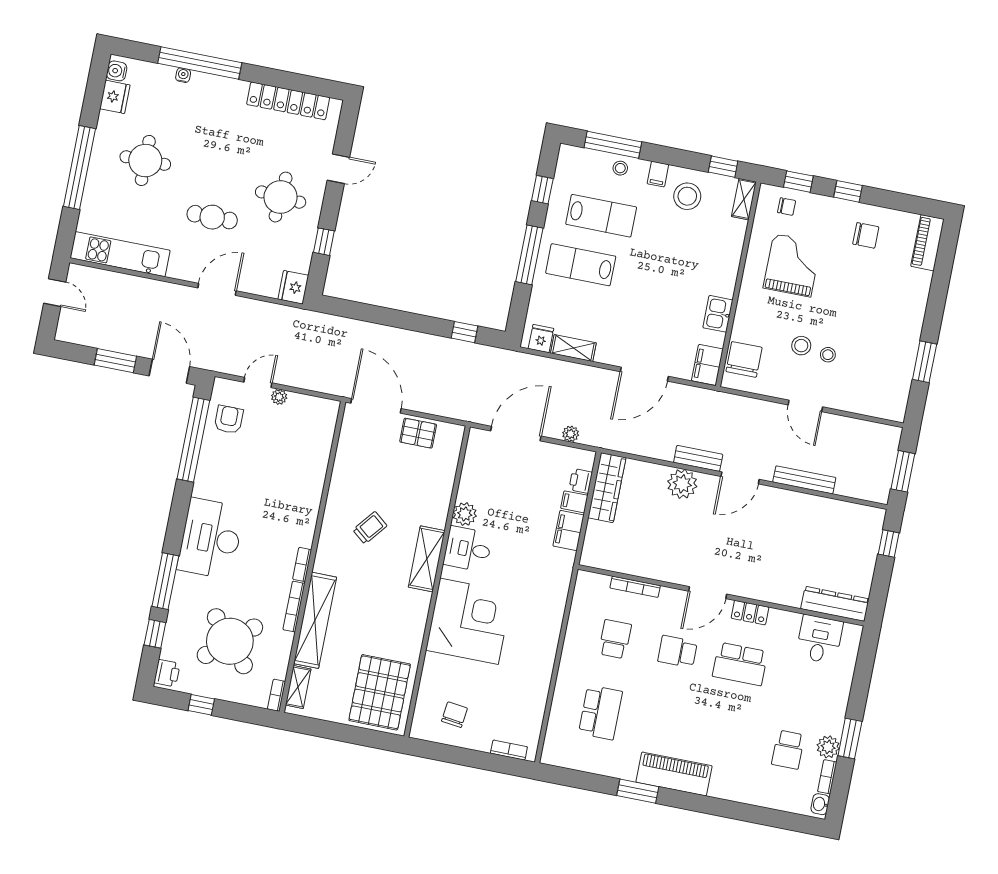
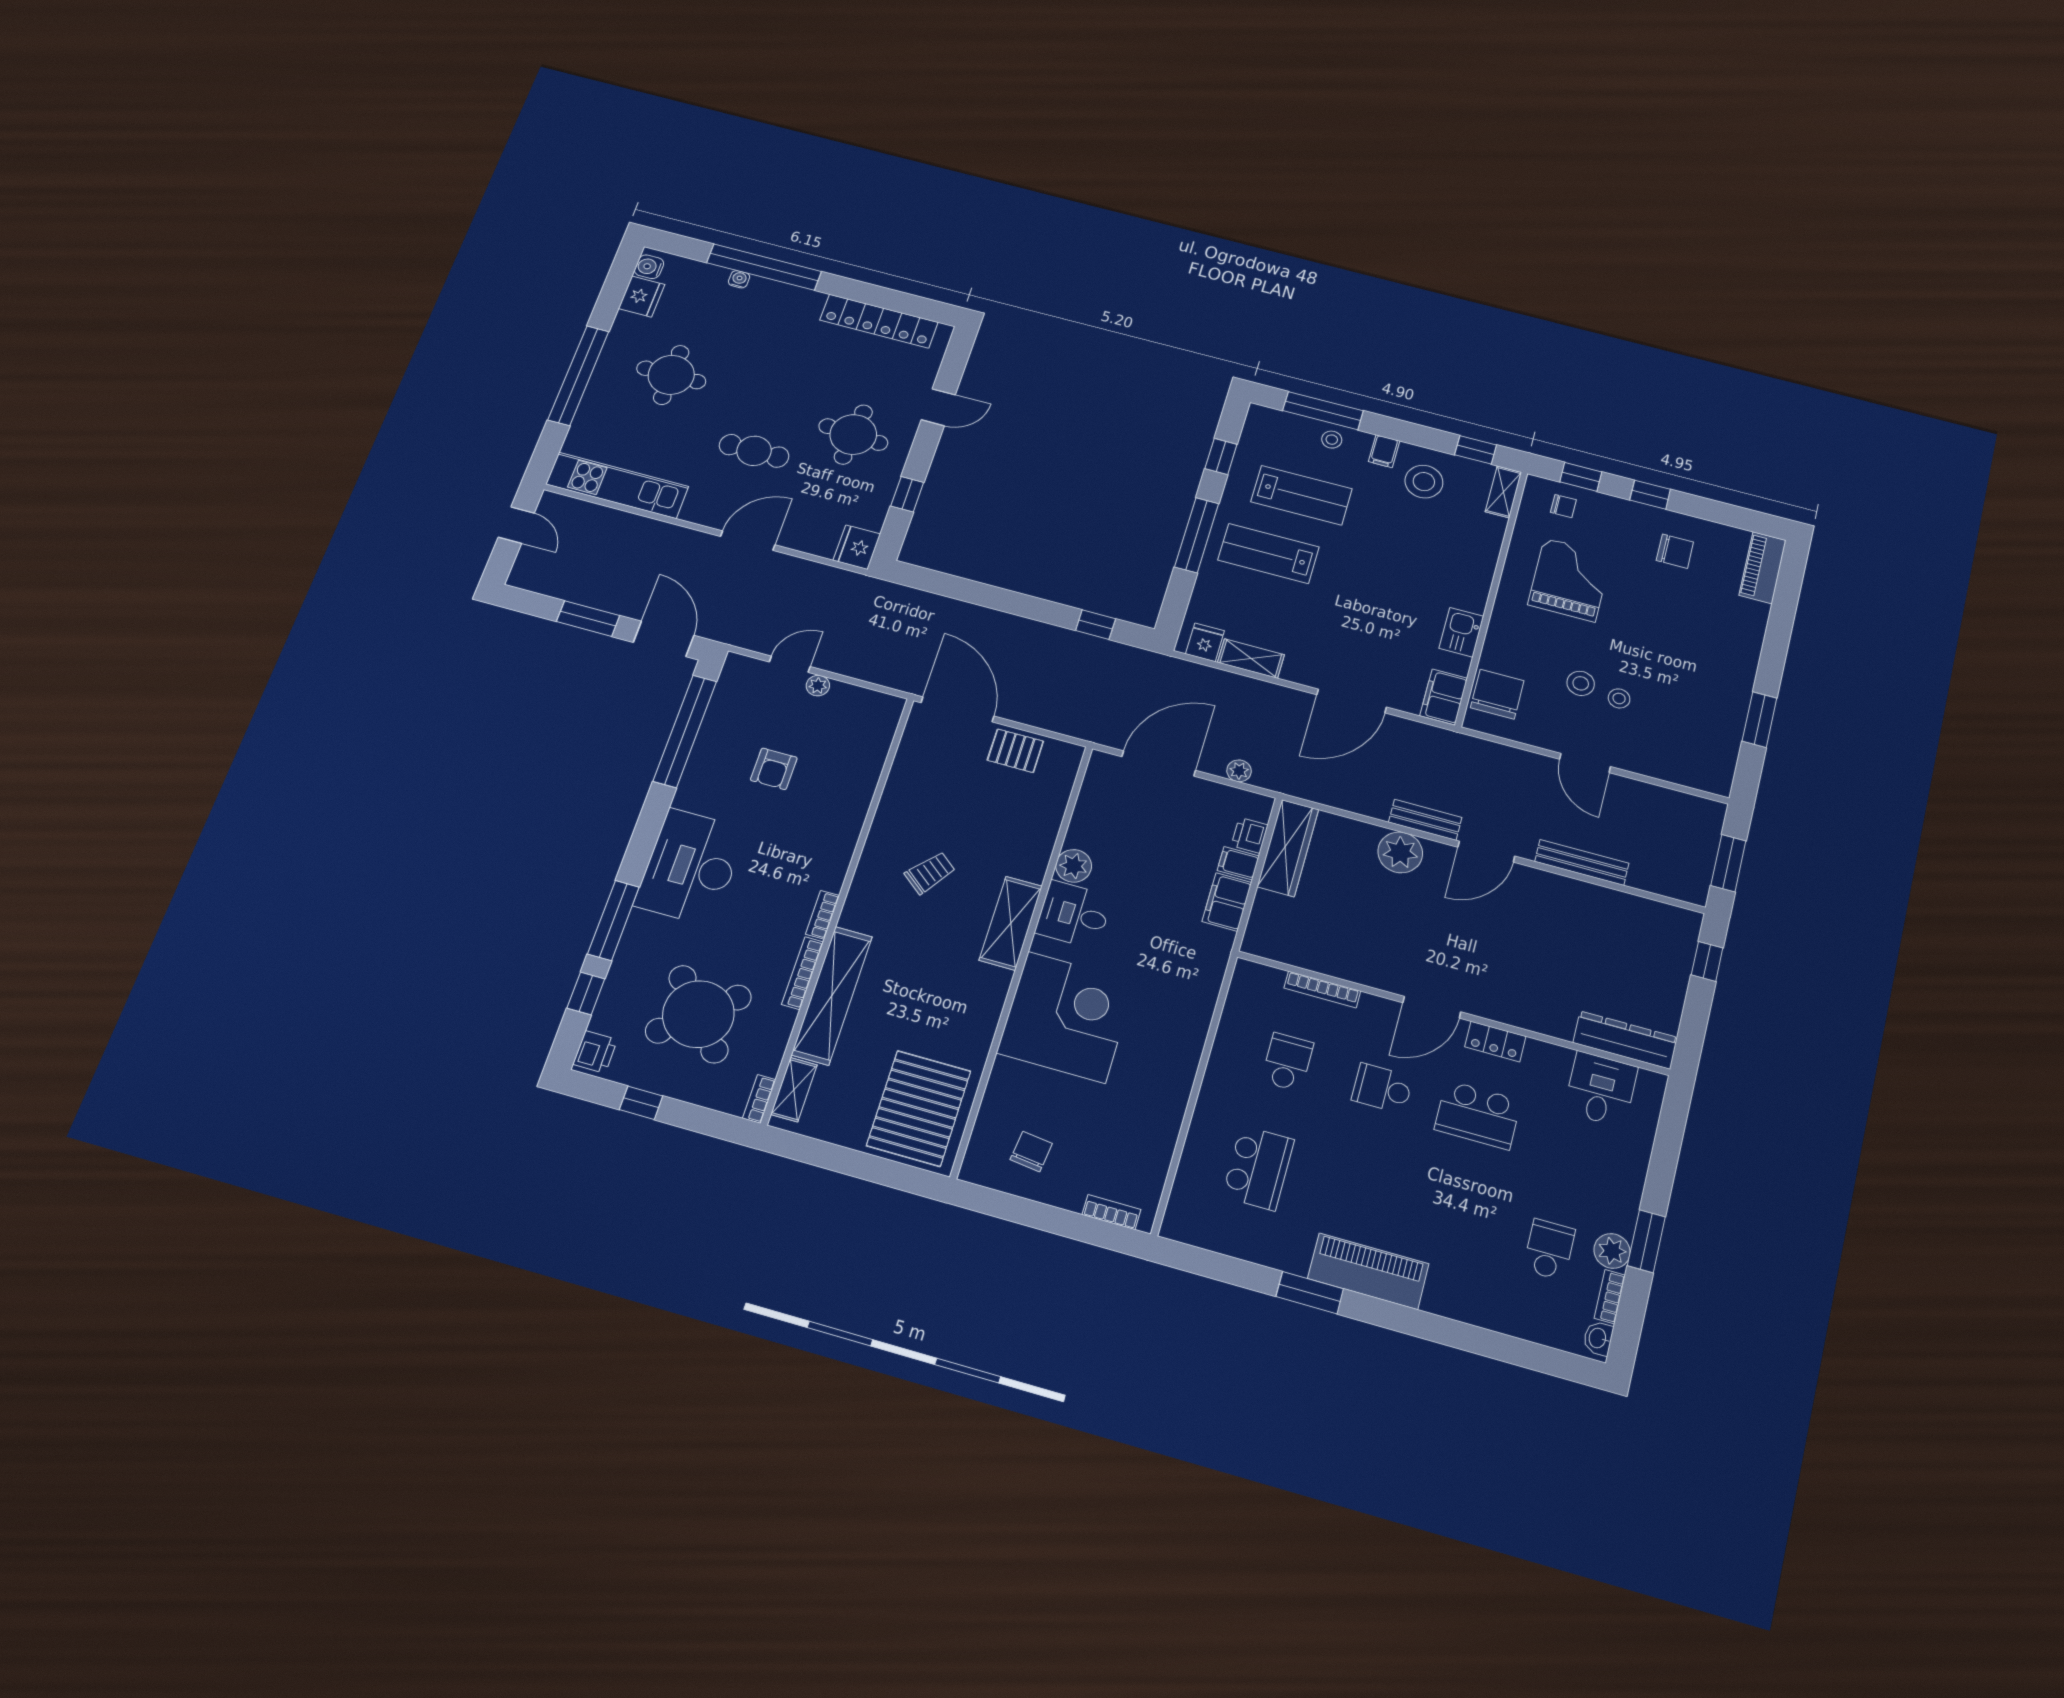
armchair: (229, 420) -> (774, 769), moved, turned 180
school desk: (788, 750) -> (1549, 1250), turned 180

